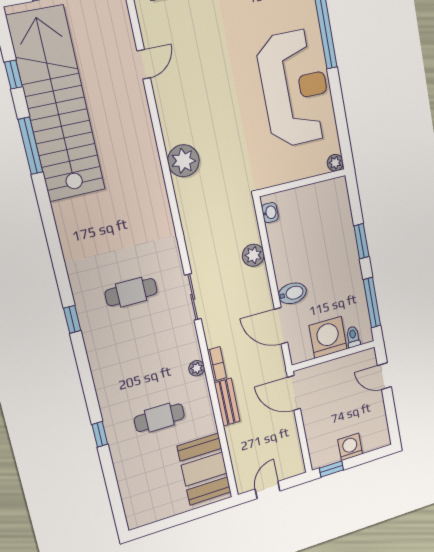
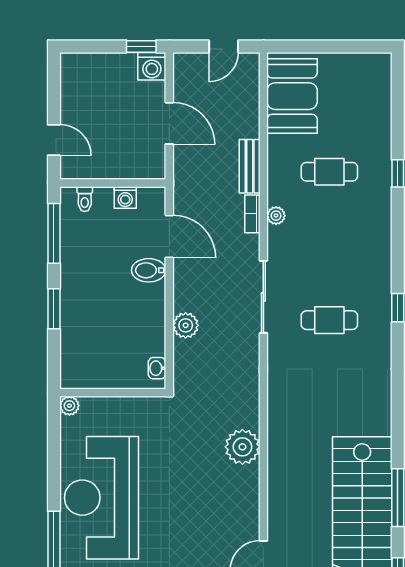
sliding door: (193, 297) -> (263, 297), width x1.37
washing machine: (328, 337) -> (125, 197), width x0.53, depth x0.53
door: (294, 393) -> (169, 123), moved
washing machine: (350, 447) -> (152, 66), moved

